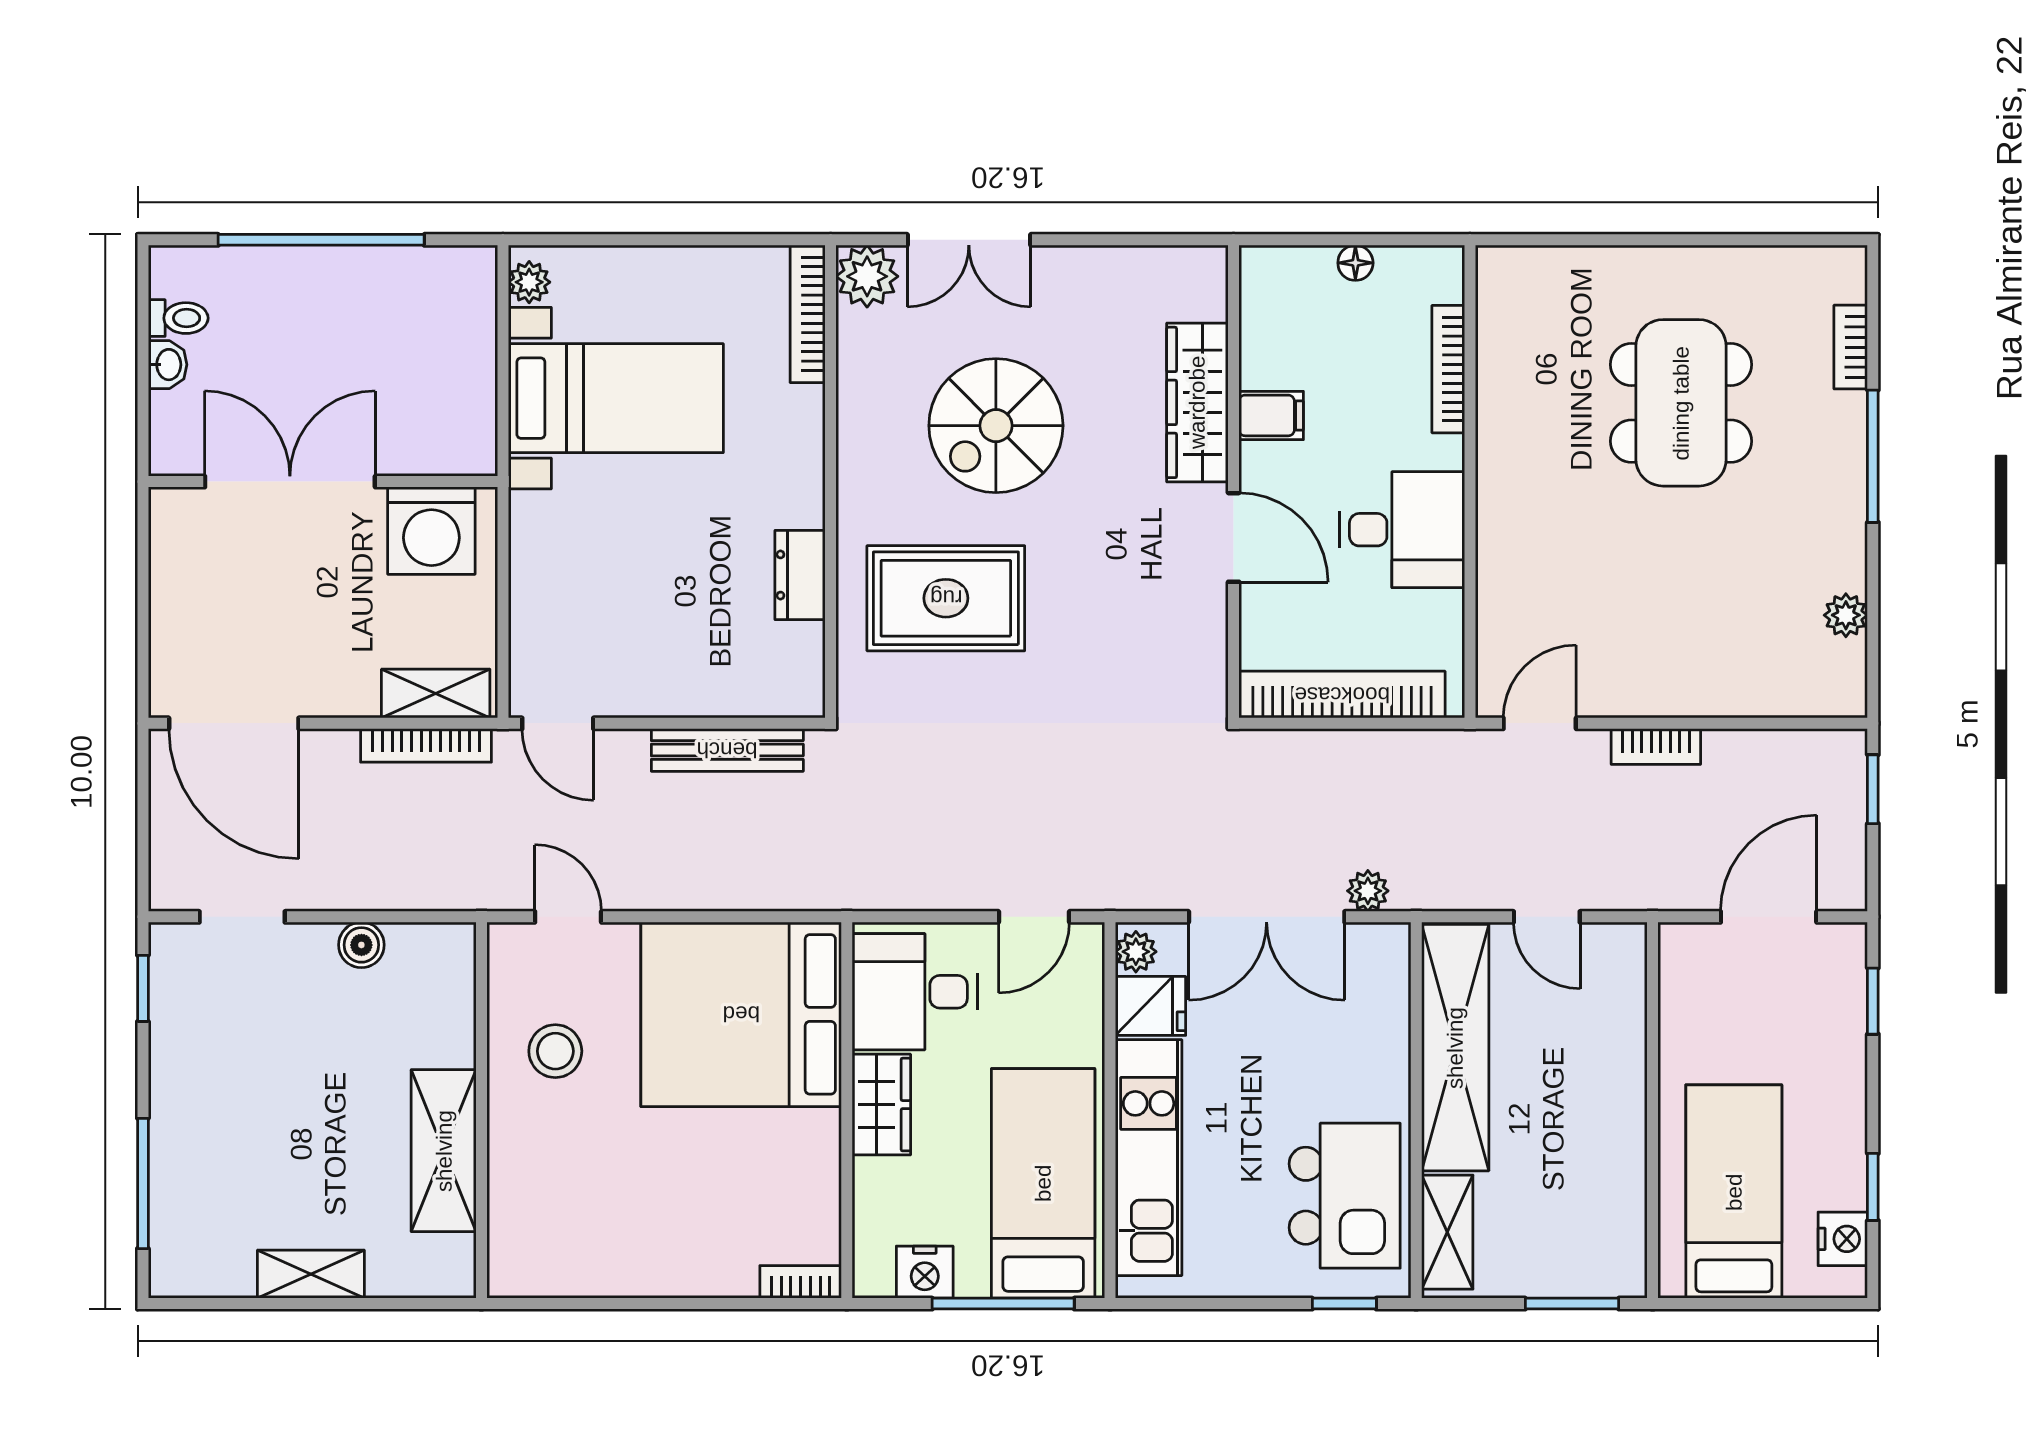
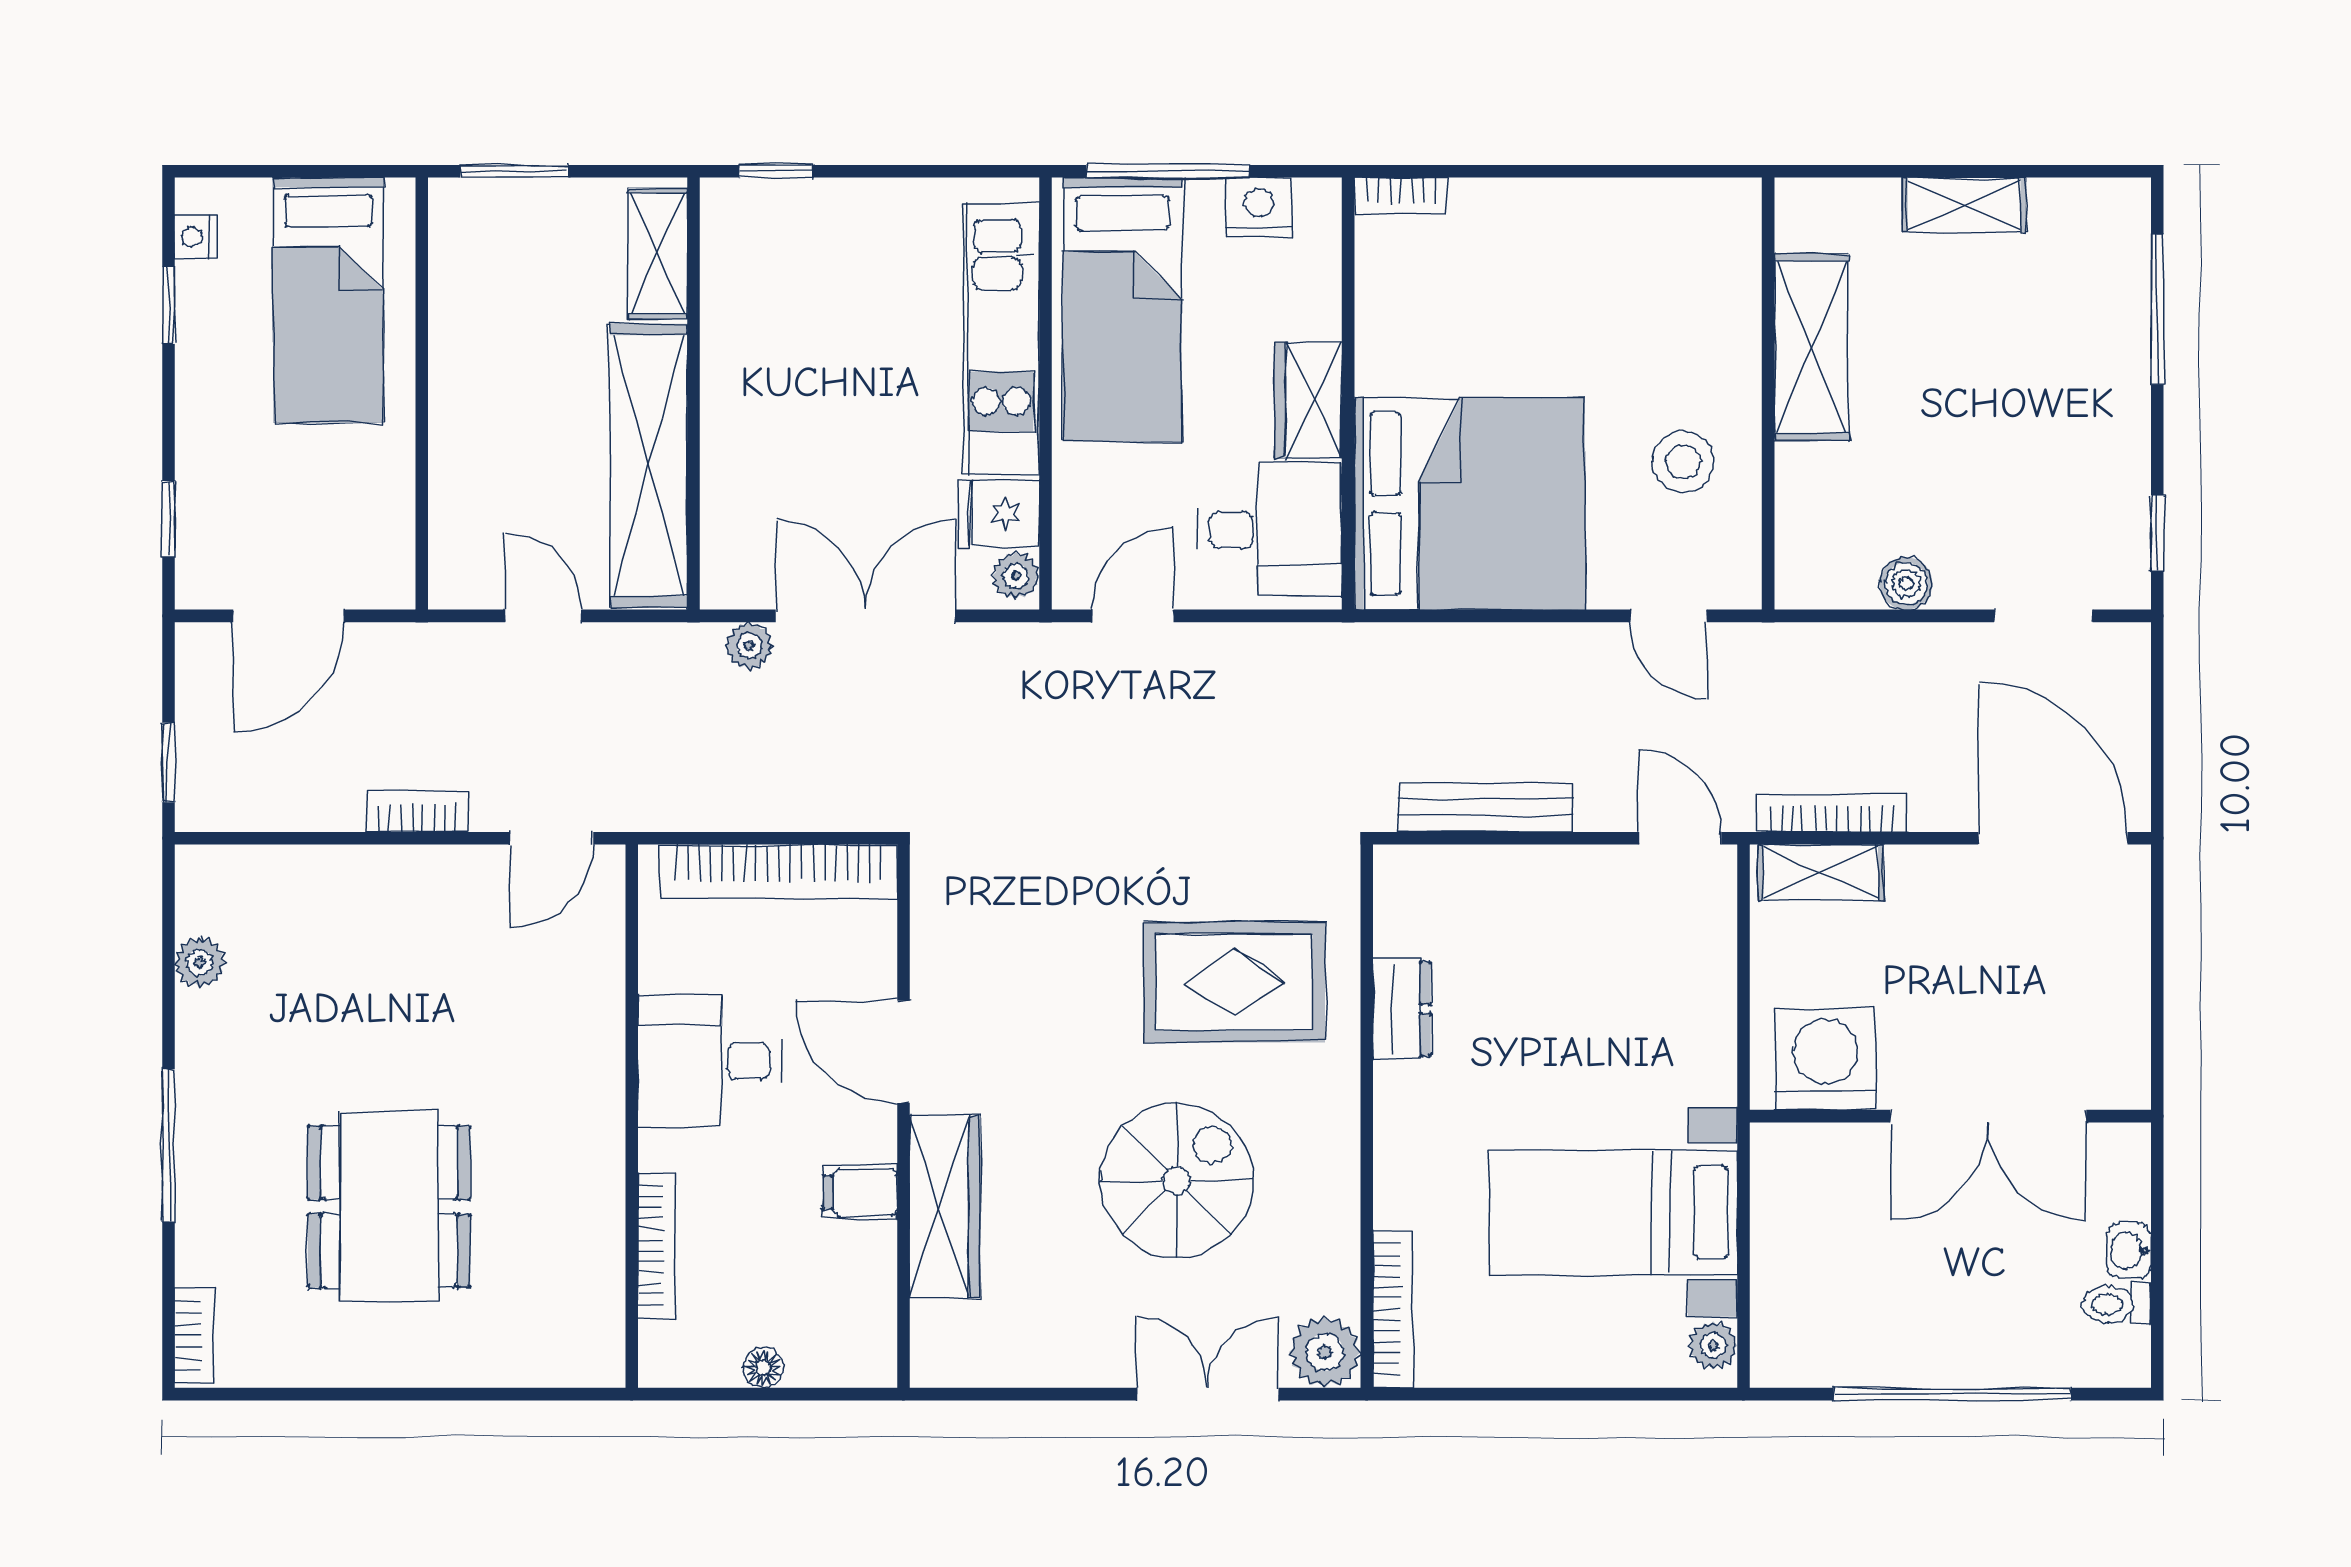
bookcase: (1851, 347) -> (194, 1336), moved
kitchen island: (1345, 1196) -> (776, 295), removed
nightstand: (1843, 1239) -> (196, 237), width x0.72, depth x0.74

